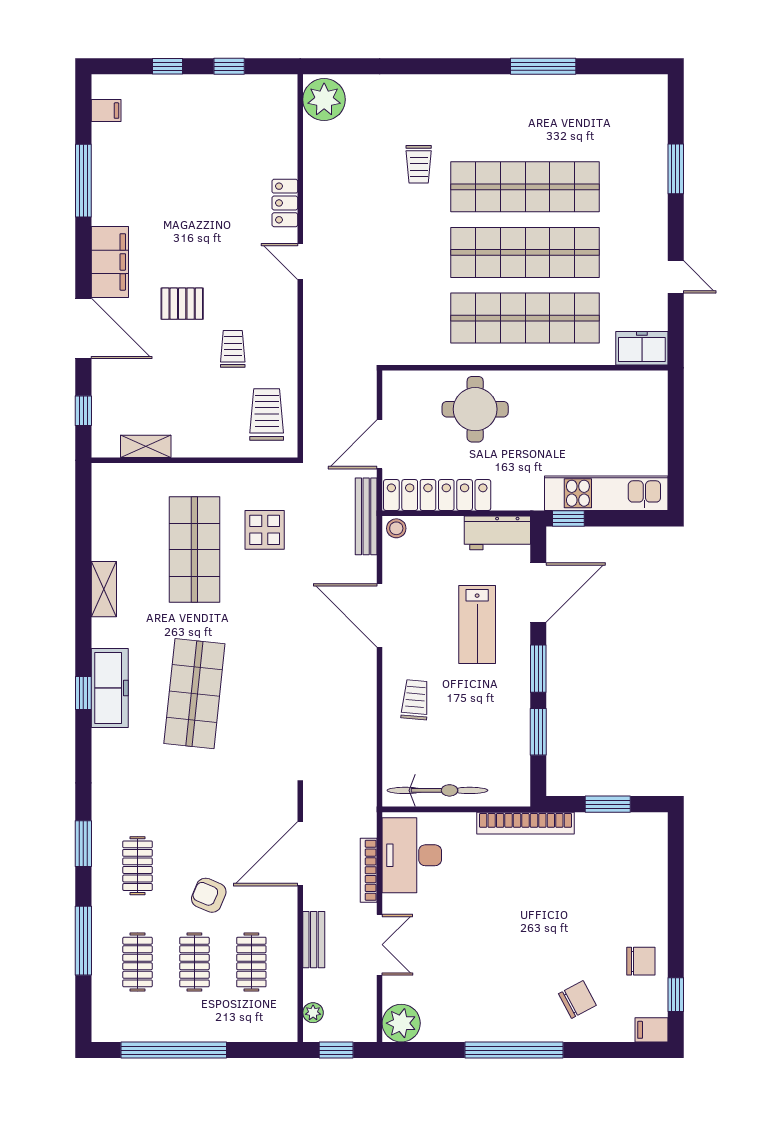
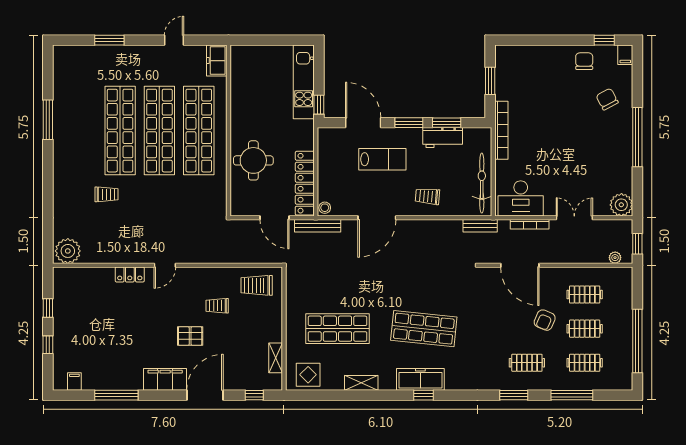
pallet: (182, 304) -> (190, 336), turned 90
display table: (265, 530) -> (308, 375), moved
workbench: (497, 533) -> (443, 138), moved, turned 90
bench: (314, 940) -> (480, 226), moved

